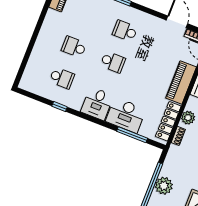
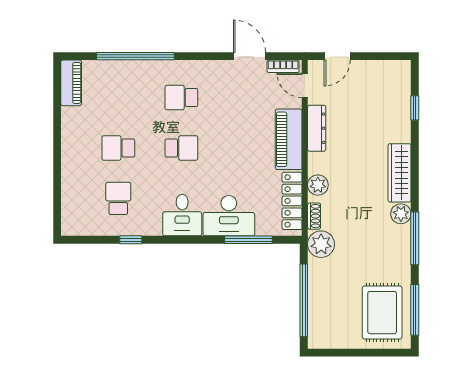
school desk: (62, 78) -> (118, 198), turned -90
plant: (164, 186) -> (321, 244), moved

